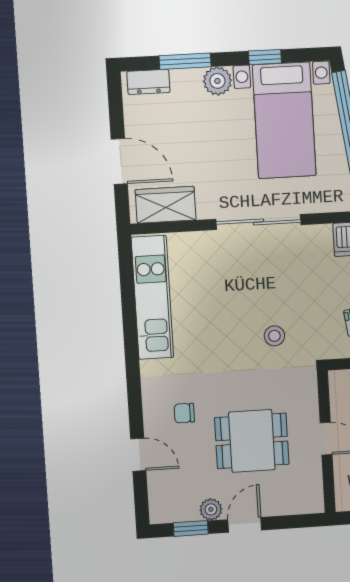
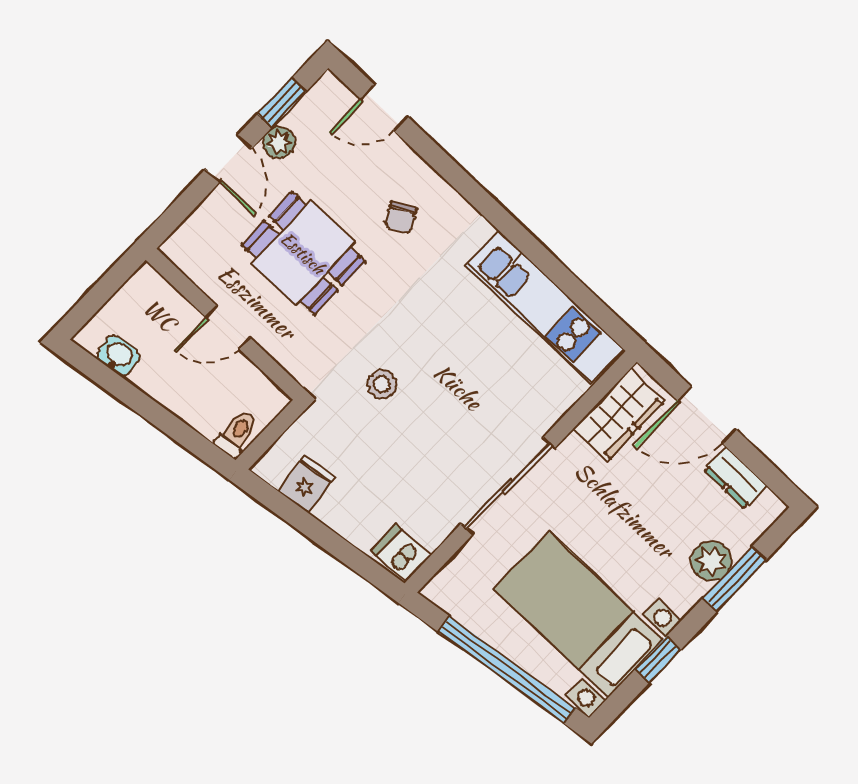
plant: (217, 81) -> (711, 561), moved
dresser: (148, 82) -> (735, 478), moved, turned -90
chair: (184, 413) -> (400, 218), turned 152
dining table: (252, 441) -> (303, 253), turned 90
door: (138, 455) -> (384, 108), moved

